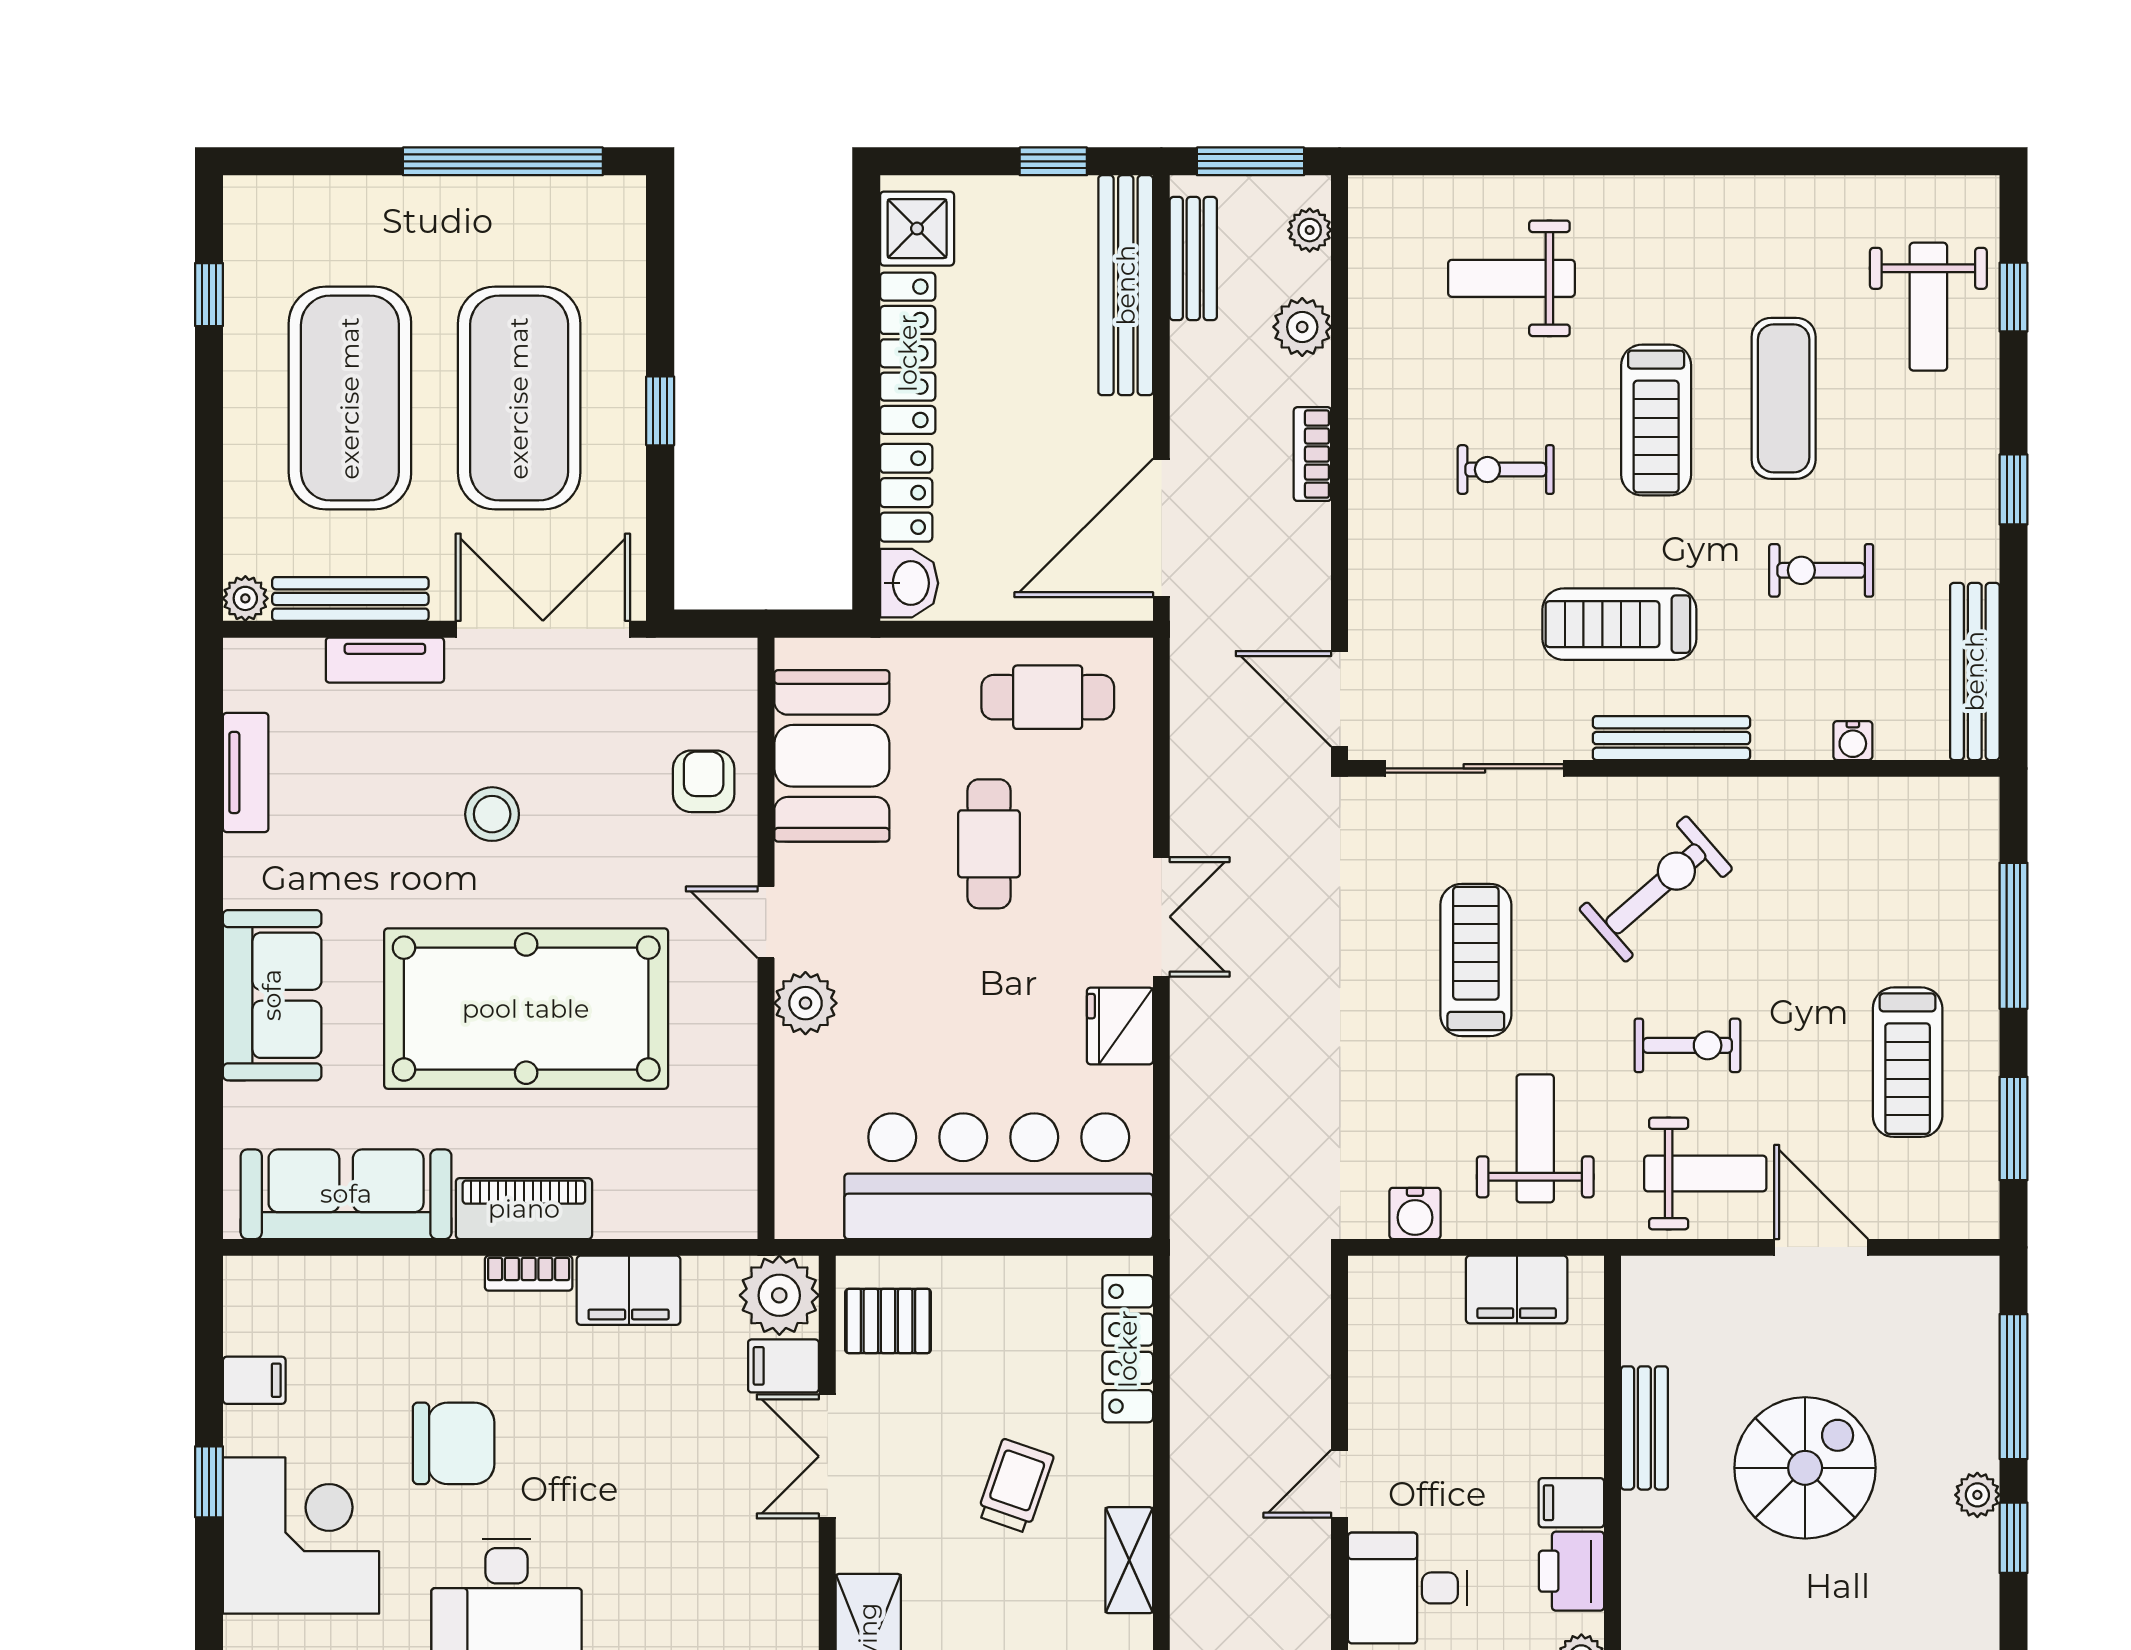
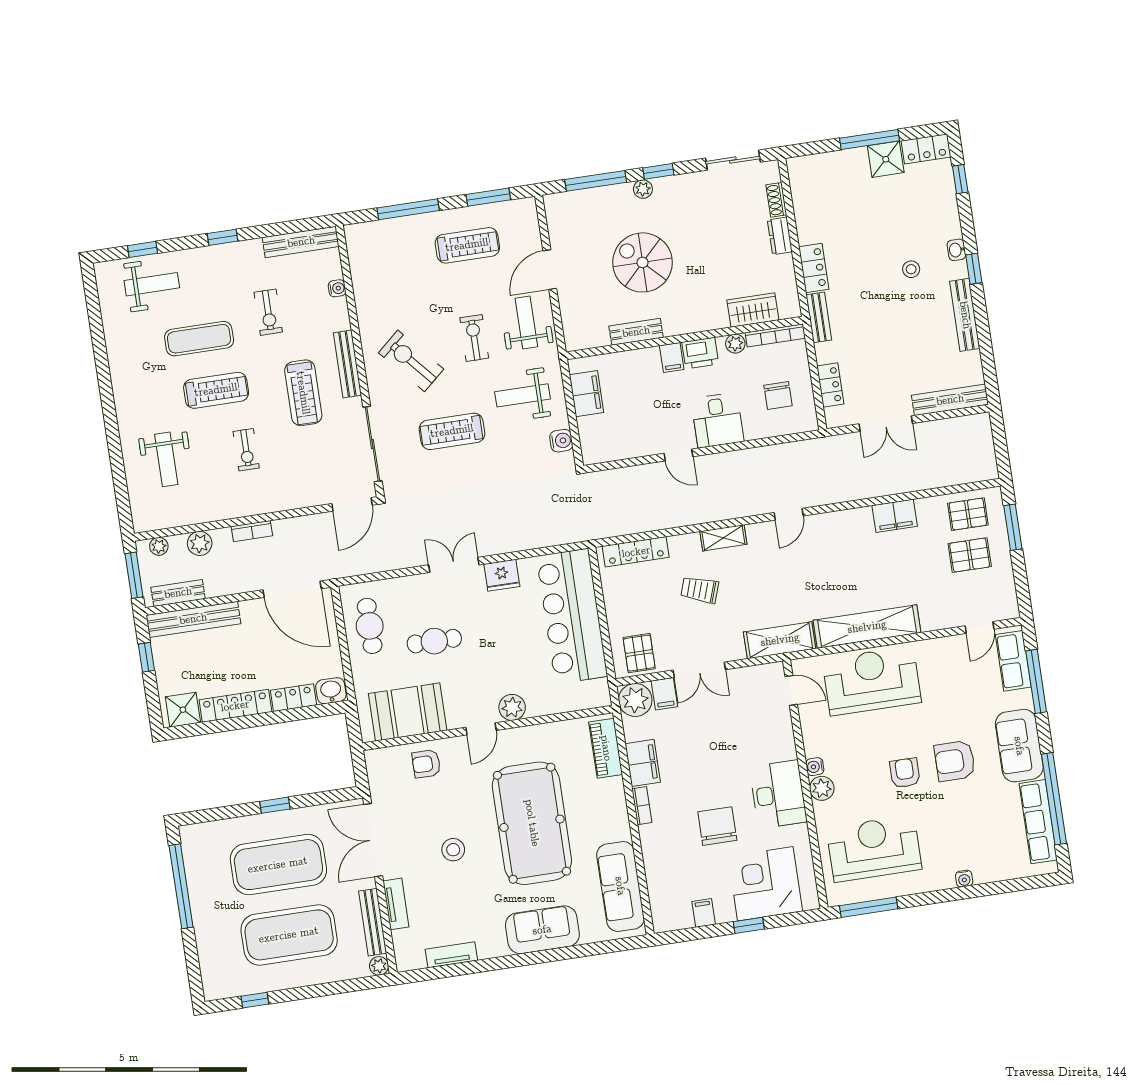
piano: (524, 1209) -> (606, 748), moved

